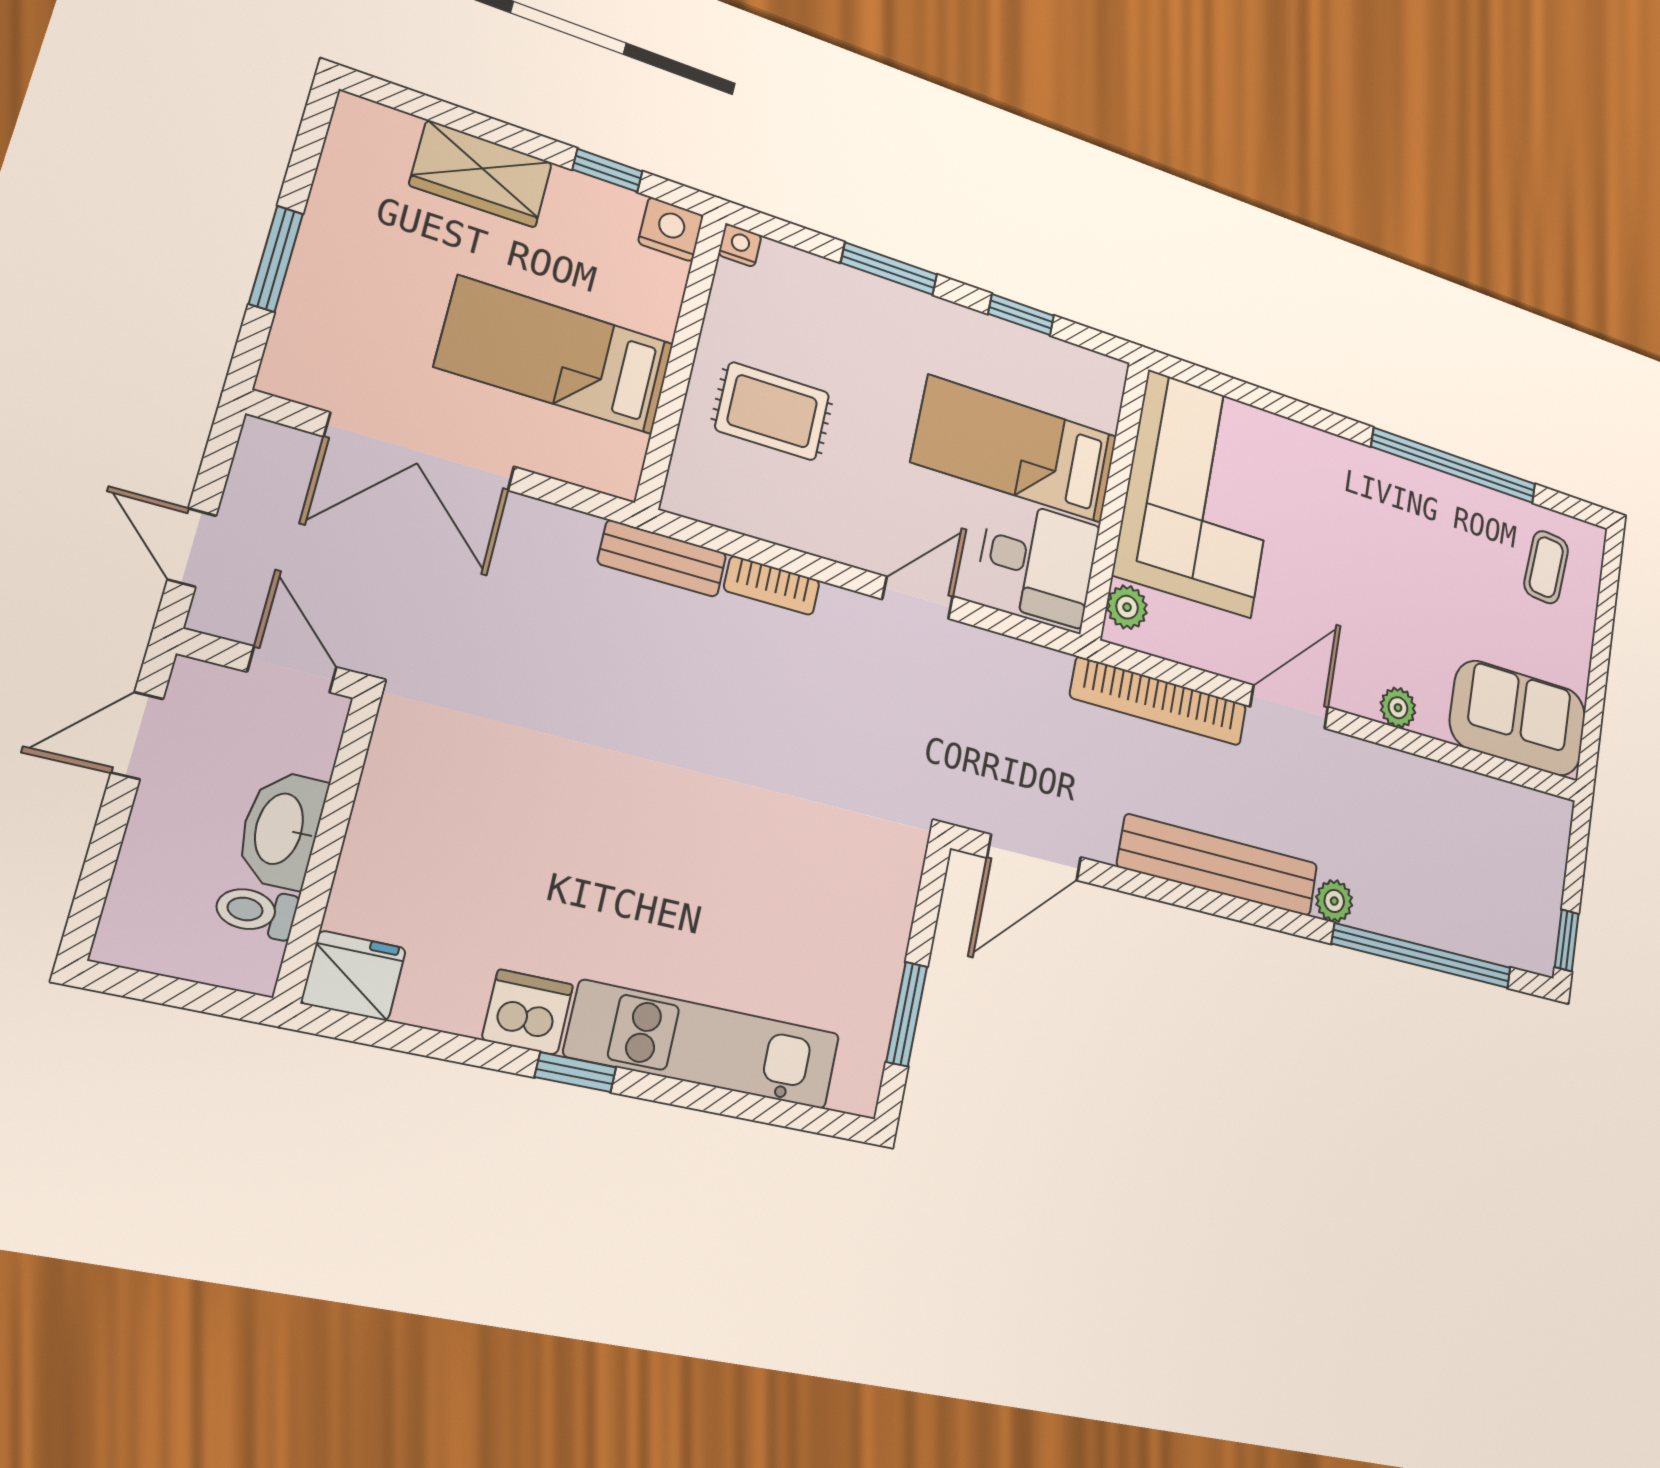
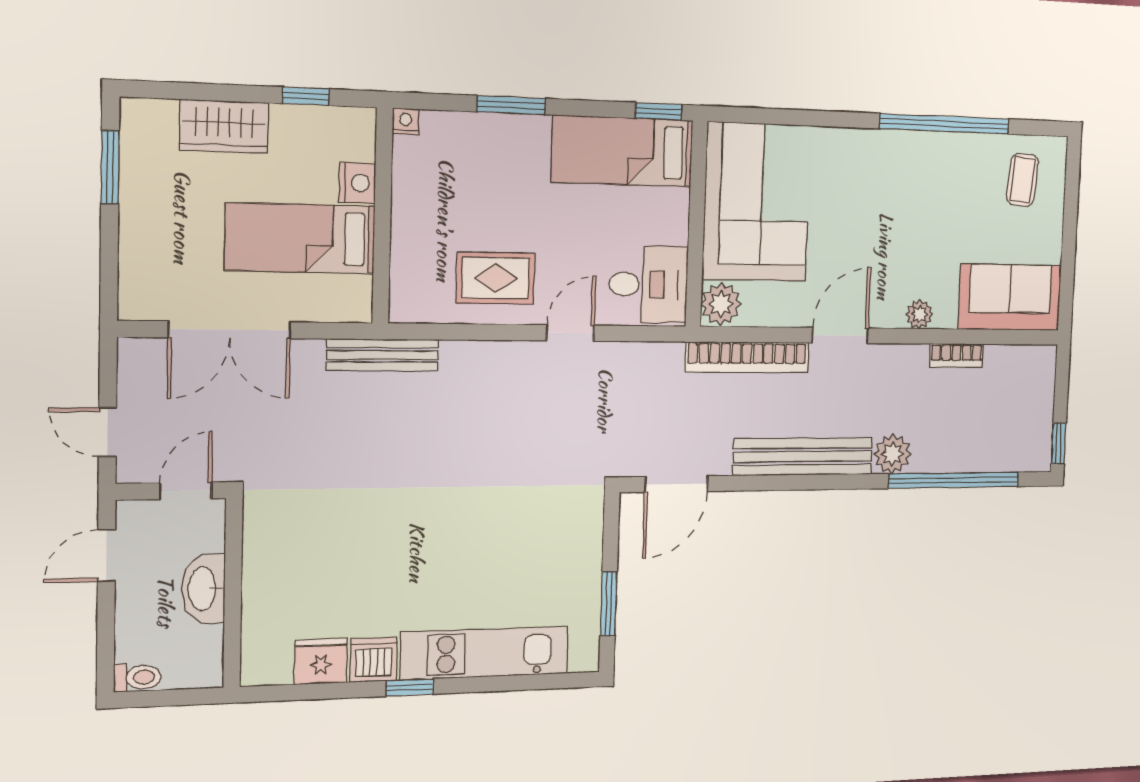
nightstand: (671, 229) -> (357, 183), moved, turned 90
window: (276, 259) -> (110, 167), moved
window: (1021, 315) -> (659, 111), moved
rug: (772, 411) -> (496, 278), moved
bed: (1015, 449) -> (623, 151), moved
bench: (662, 558) -> (383, 355), width x1.36
bookcase: (772, 585) -> (956, 355), moved
plant: (1127, 607) -> (721, 304), width x1.38, depth x1.38
door: (292, 669) -> (186, 491), hinge flipped
plant: (1334, 901) -> (892, 454), width x1.38, depth x1.38
toilet: (256, 911) -> (137, 677), moved, turned 180
fridge: (354, 976) -> (321, 661), moved

